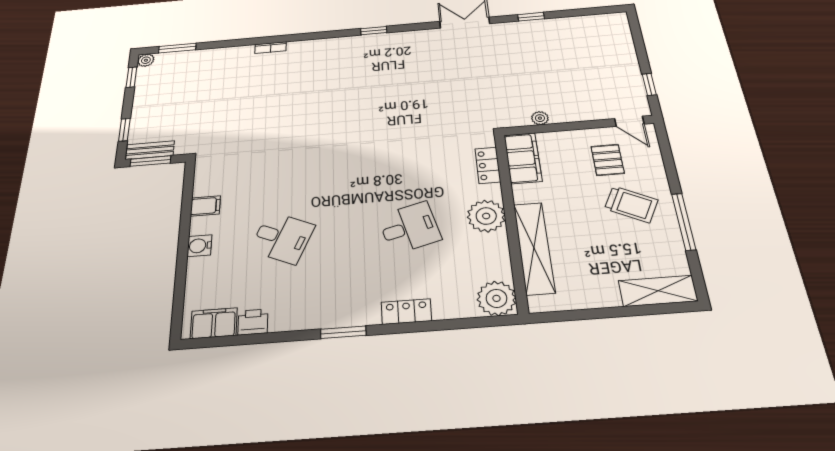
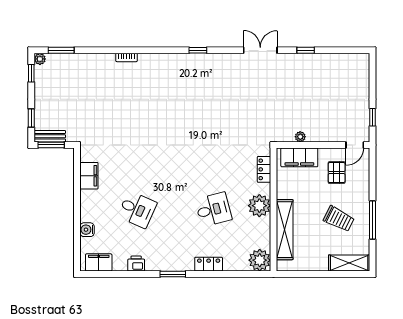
door: (629, 121) -> (355, 145), hinge flipped
filing cabinet: (523, 158) -> (299, 157), moved, turned 90
trolley: (631, 204) -> (339, 219), moved
filing cabinet: (205, 206) -> (89, 176), width x2.00
water cooler: (199, 246) -> (87, 230), moved
printer: (253, 322) -> (136, 264), moved

